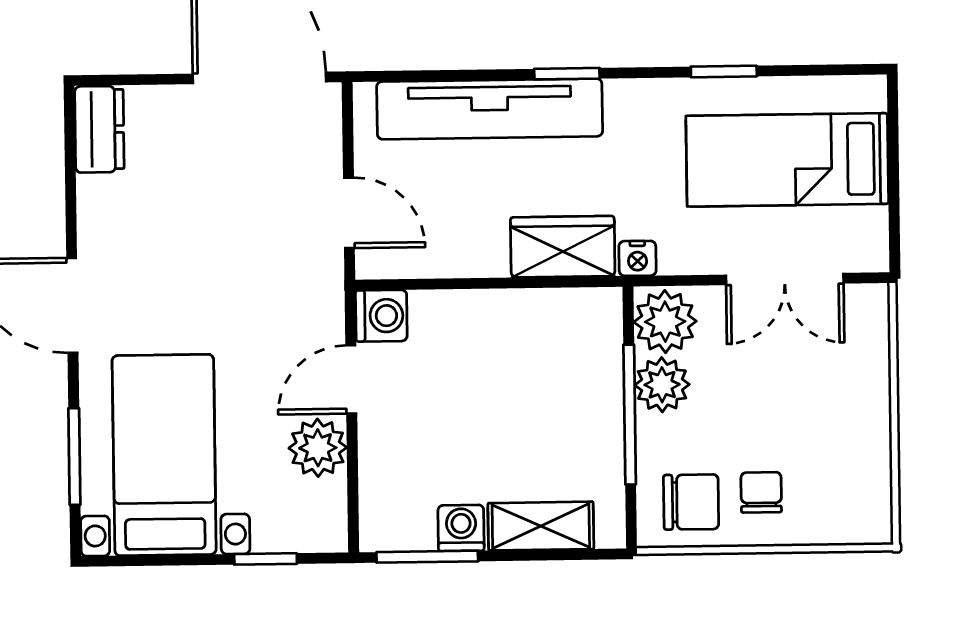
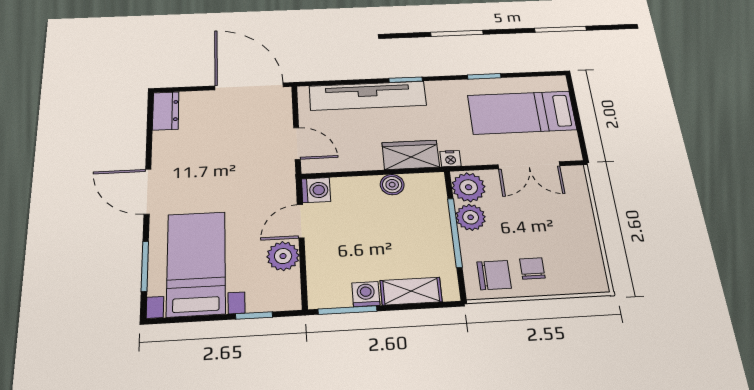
boiler: (523, 310) -> (392, 185), added

